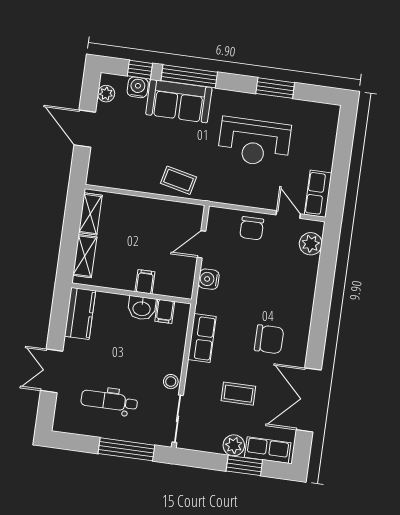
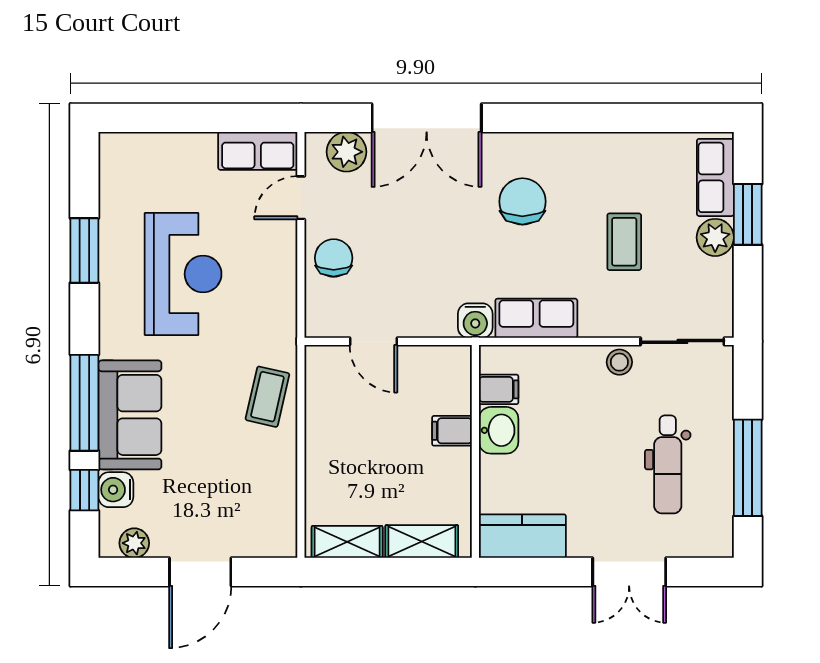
chair: (252, 228) -> (334, 258), turned -90
water cooler: (209, 279) -> (475, 321), moved
double door: (309, 400) -> (427, 118), moved
window: (126, 449) -> (748, 468), moved

